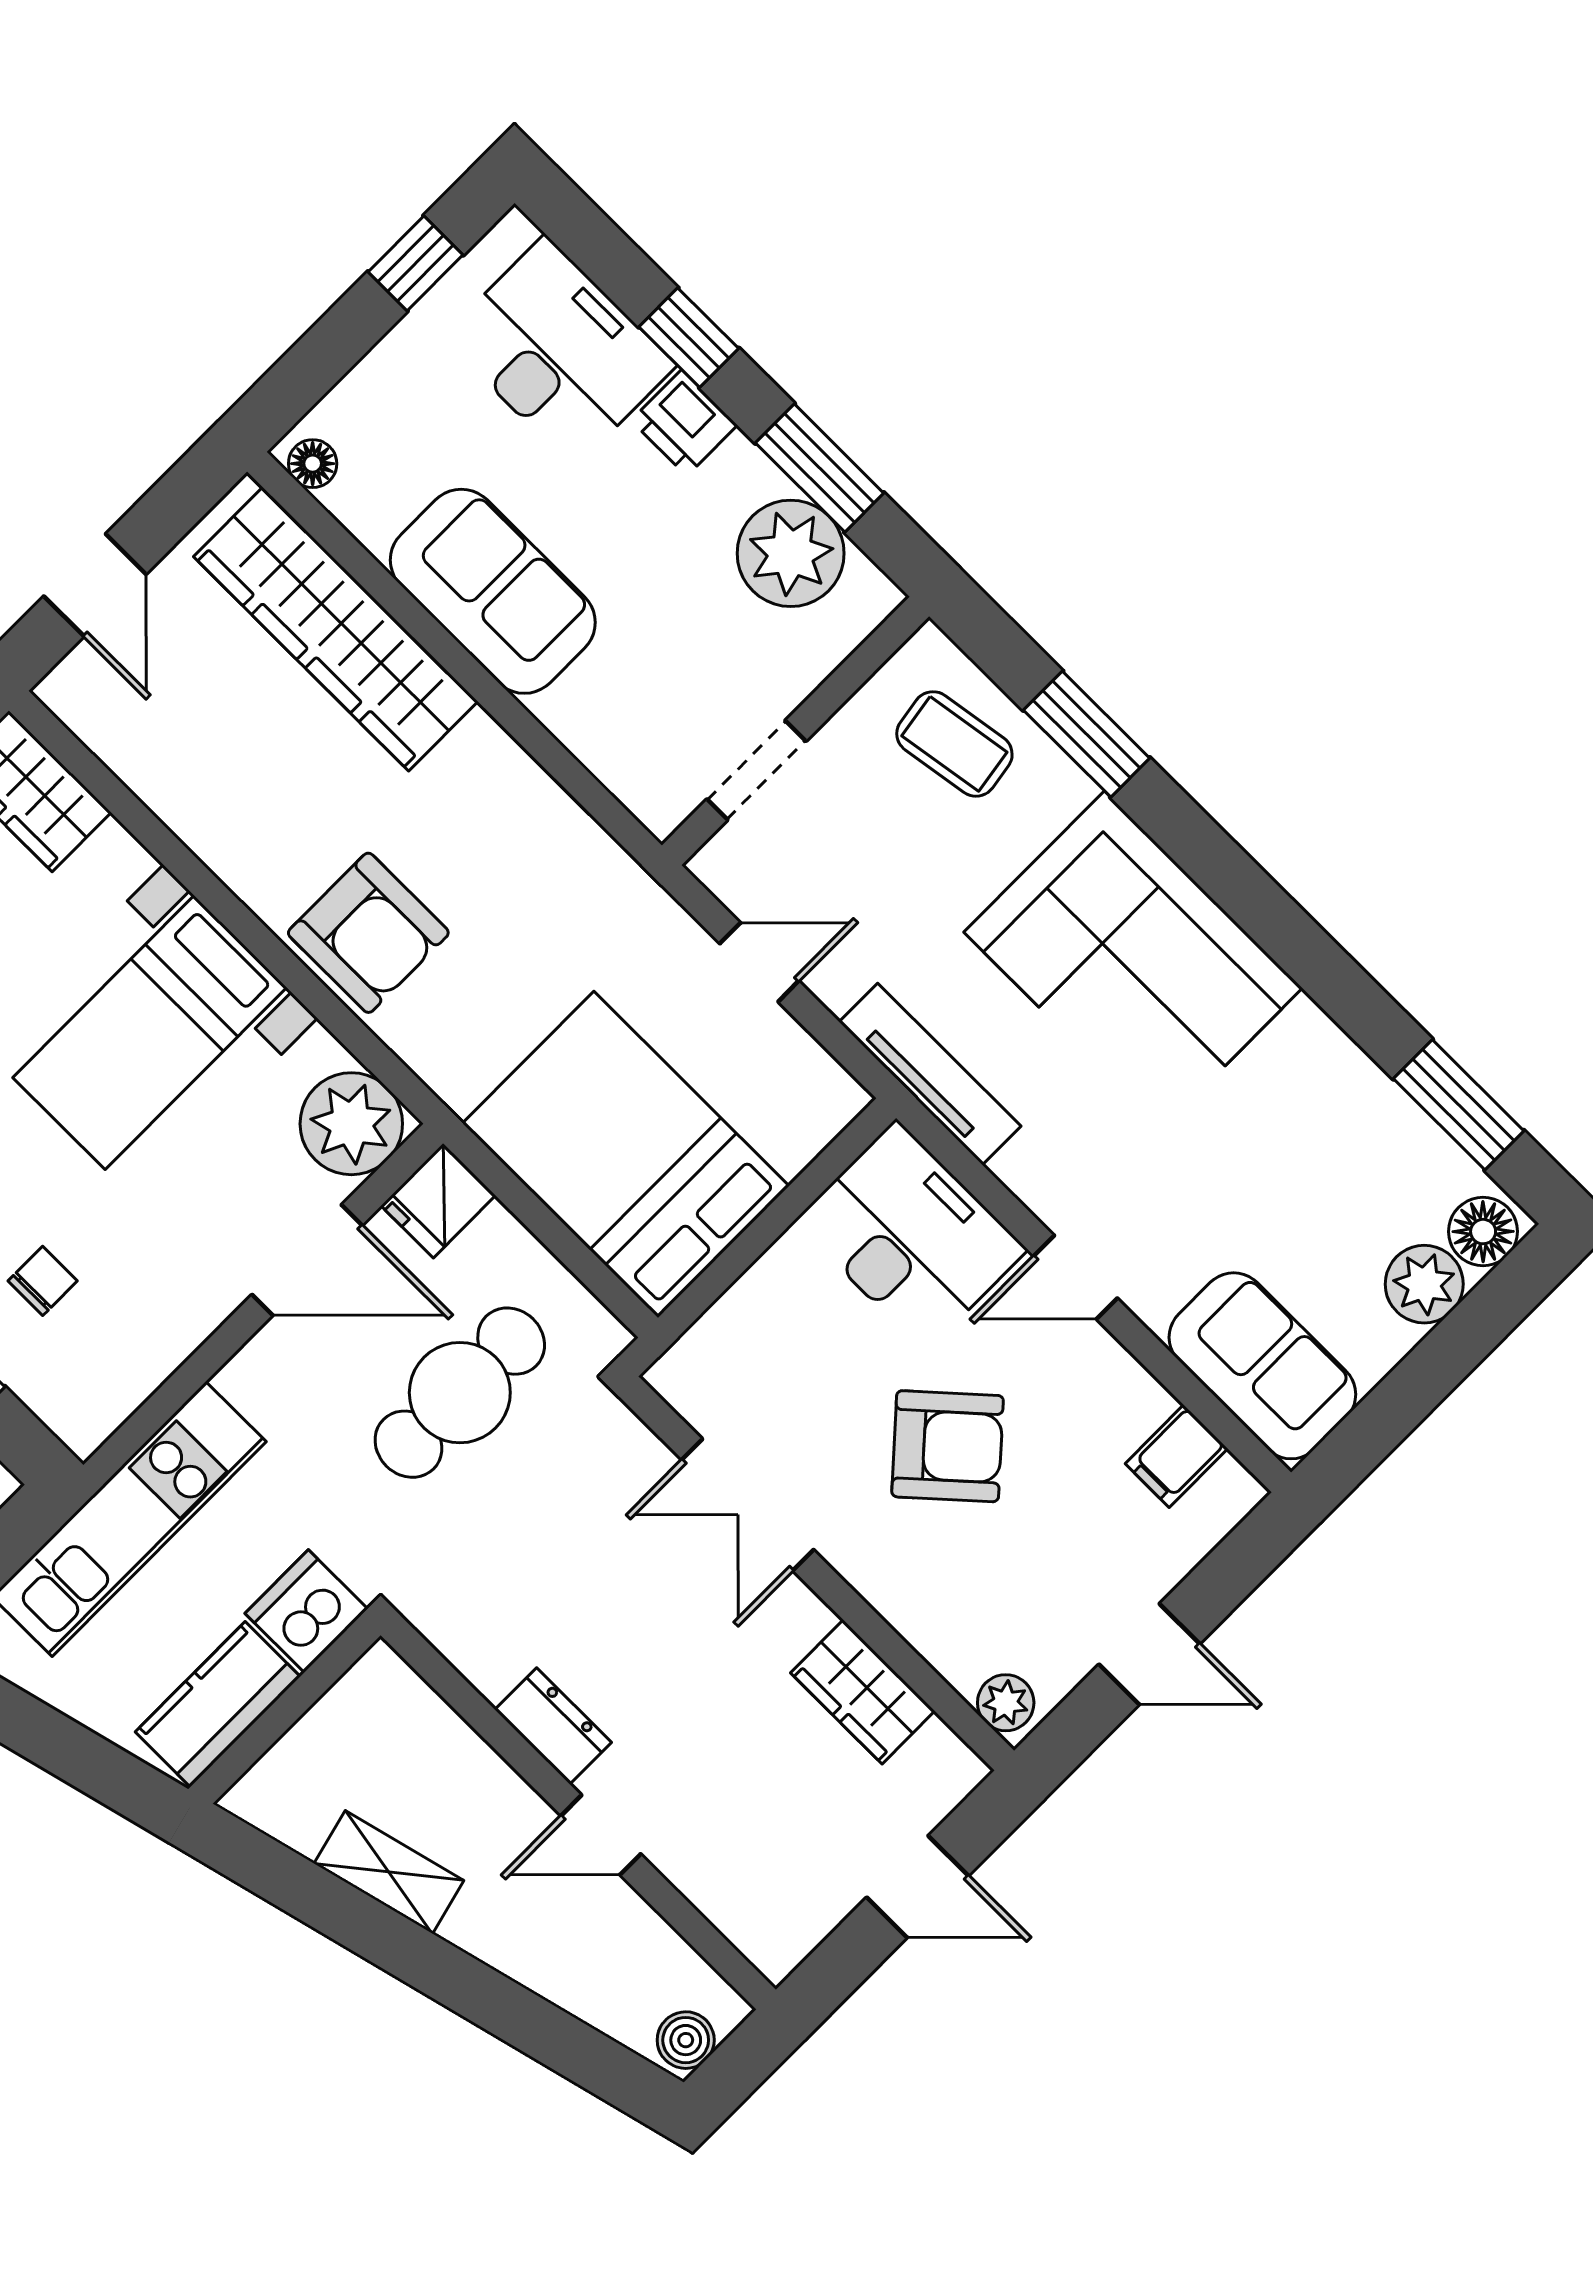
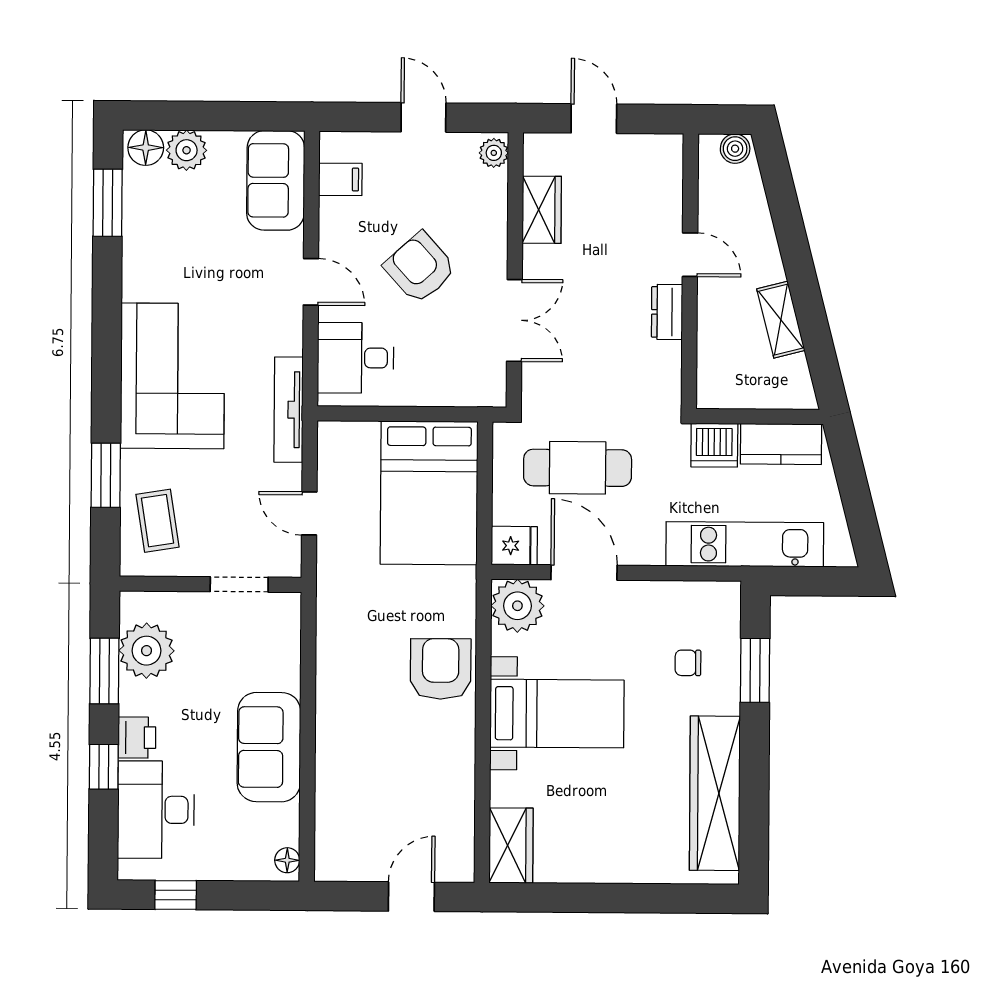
wardrobe: (336, 629) -> (340, 792), removed
desk: (911, 1236) -> (355, 358), width x0.73

